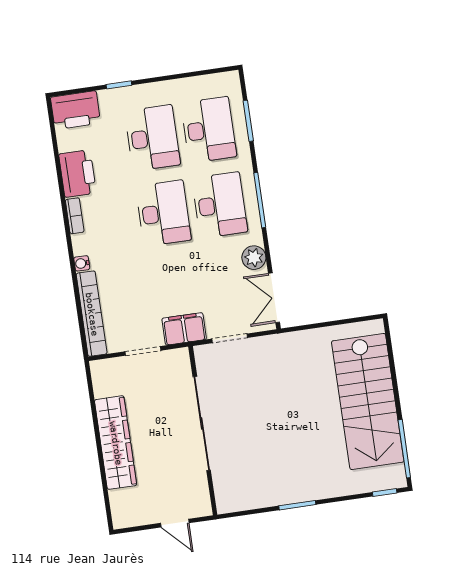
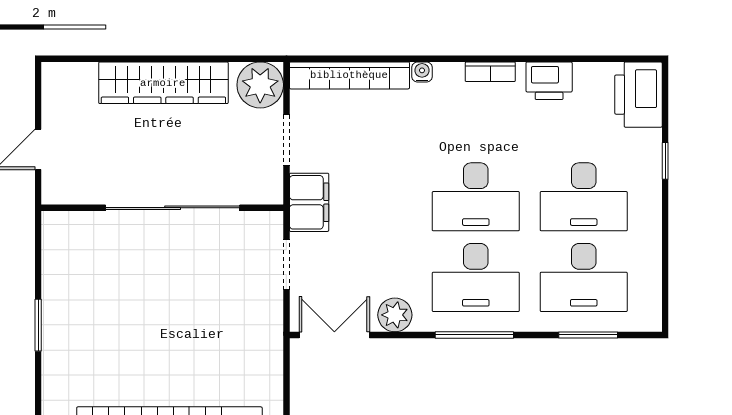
printer: (78, 174) -> (549, 81), width x0.73, depth x0.84
plant: (107, 375) -> (260, 85), added

